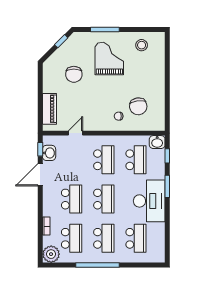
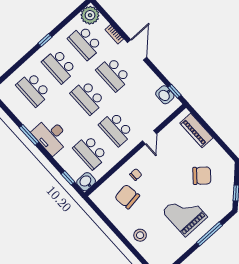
stool: (142, 45) -> (140, 235), moved
grand piano: (109, 59) -> (185, 214), turned 180
chair: (74, 74) -> (202, 176), turned 130
door: (75, 133) -> (149, 137), moved
door: (40, 175) -> (137, 50), moved
window: (167, 186) -> (29, 135), moved
desk: (149, 201) -> (51, 136), width x0.73, depth x0.77
window: (97, 265) -> (45, 40), width x0.32

